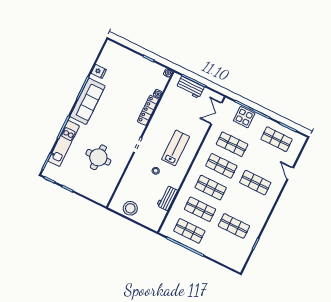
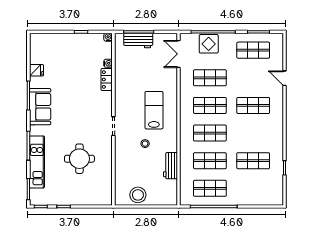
sofa: (88, 101) -> (40, 107), width x0.73
locker: (148, 110) -> (107, 79), width x0.66

